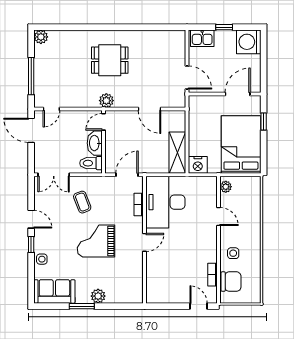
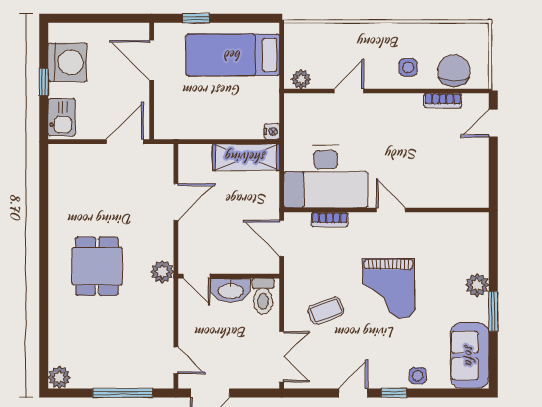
washing machine: (249, 42) -> (68, 62), moved, turned -90
bed: (241, 144) -> (233, 55), width x0.67
nightstand: (198, 165) -> (272, 131), width x0.53, depth x0.56

